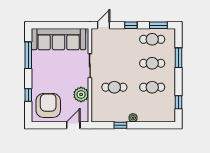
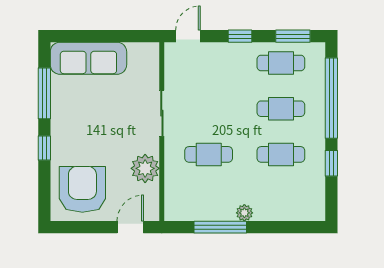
sofa: (59, 39) -> (88, 58), width x0.74, depth x0.79
window: (179, 58) -> (331, 98), width x2.11
window: (28, 95) -> (44, 148), moved
window: (179, 102) -> (331, 163), moved
window: (120, 125) -> (220, 227), width x2.17

